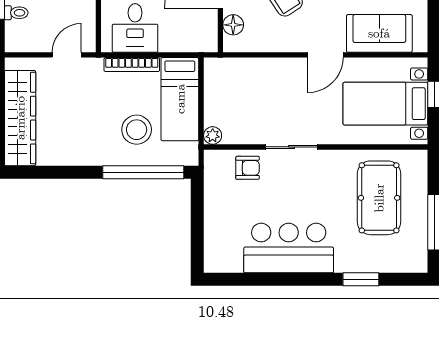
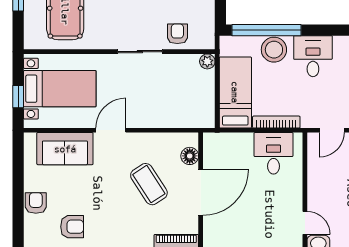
stool: (137, 130) -> (274, 50), moved
desk: (89, 142) -> (313, 56), added
armchair: (248, 168) -> (177, 34), turned 90

